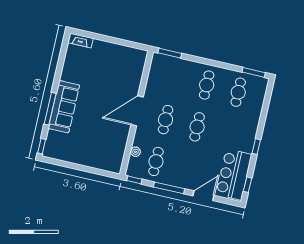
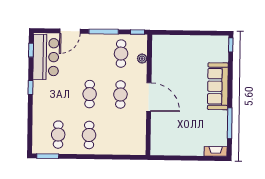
window: (170, 53) -> (130, 157), removed
window: (50, 109) -> (230, 123), moved
door: (137, 111) -> (149, 97), hinge flipped

